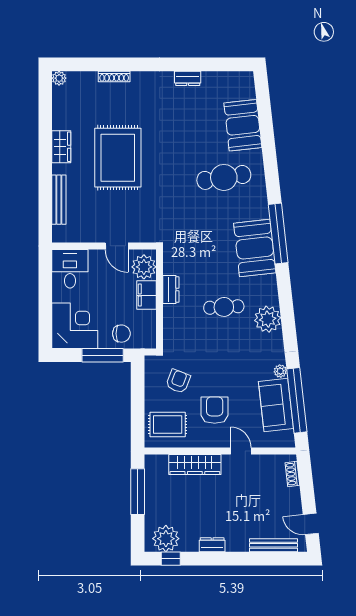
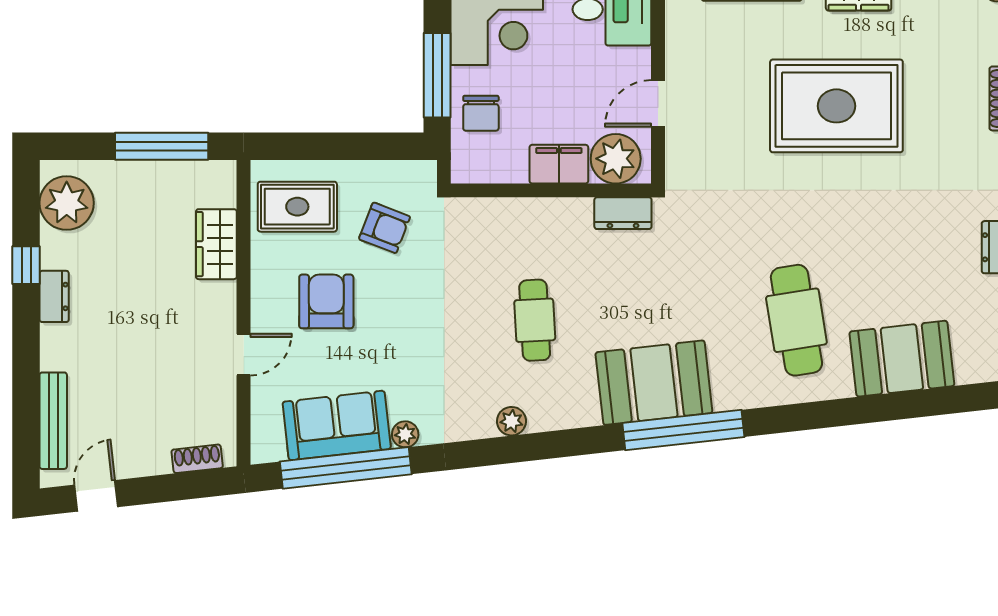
dresser: (171, 289) -> (623, 213), moved
plant: (268, 319) -> (511, 421), width x0.53, depth x0.53
armchair: (215, 410) -> (326, 301), turned -90
rug: (168, 424) -> (297, 207), turned 90
wardrobe: (195, 465) -> (216, 244), width x0.67
window: (171, 559) -> (26, 265), moved

